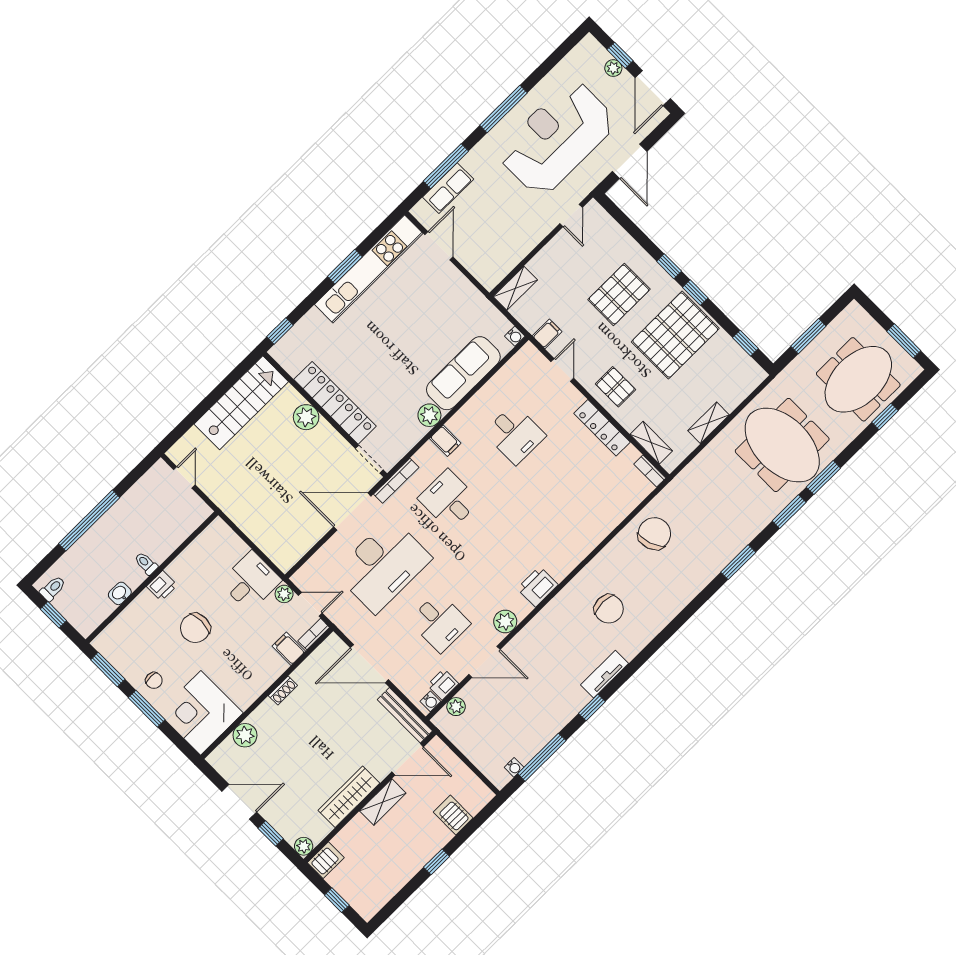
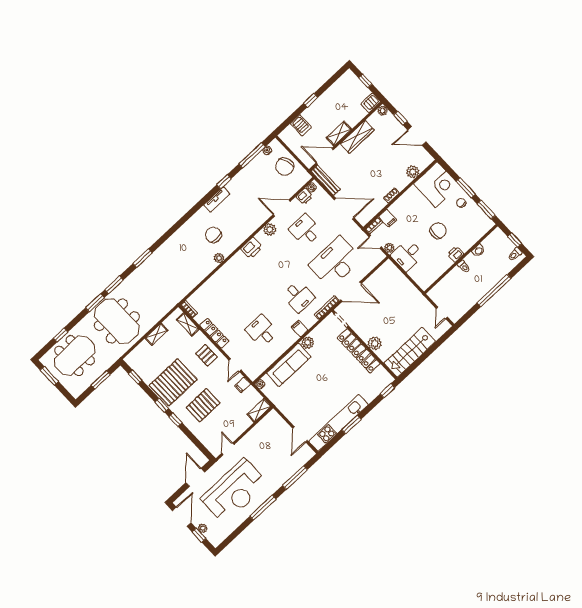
row of seats: (448, 188) -> (294, 466), removed
chair: (654, 534) -> (285, 166), moved
plant: (456, 707) -> (219, 258), moved

